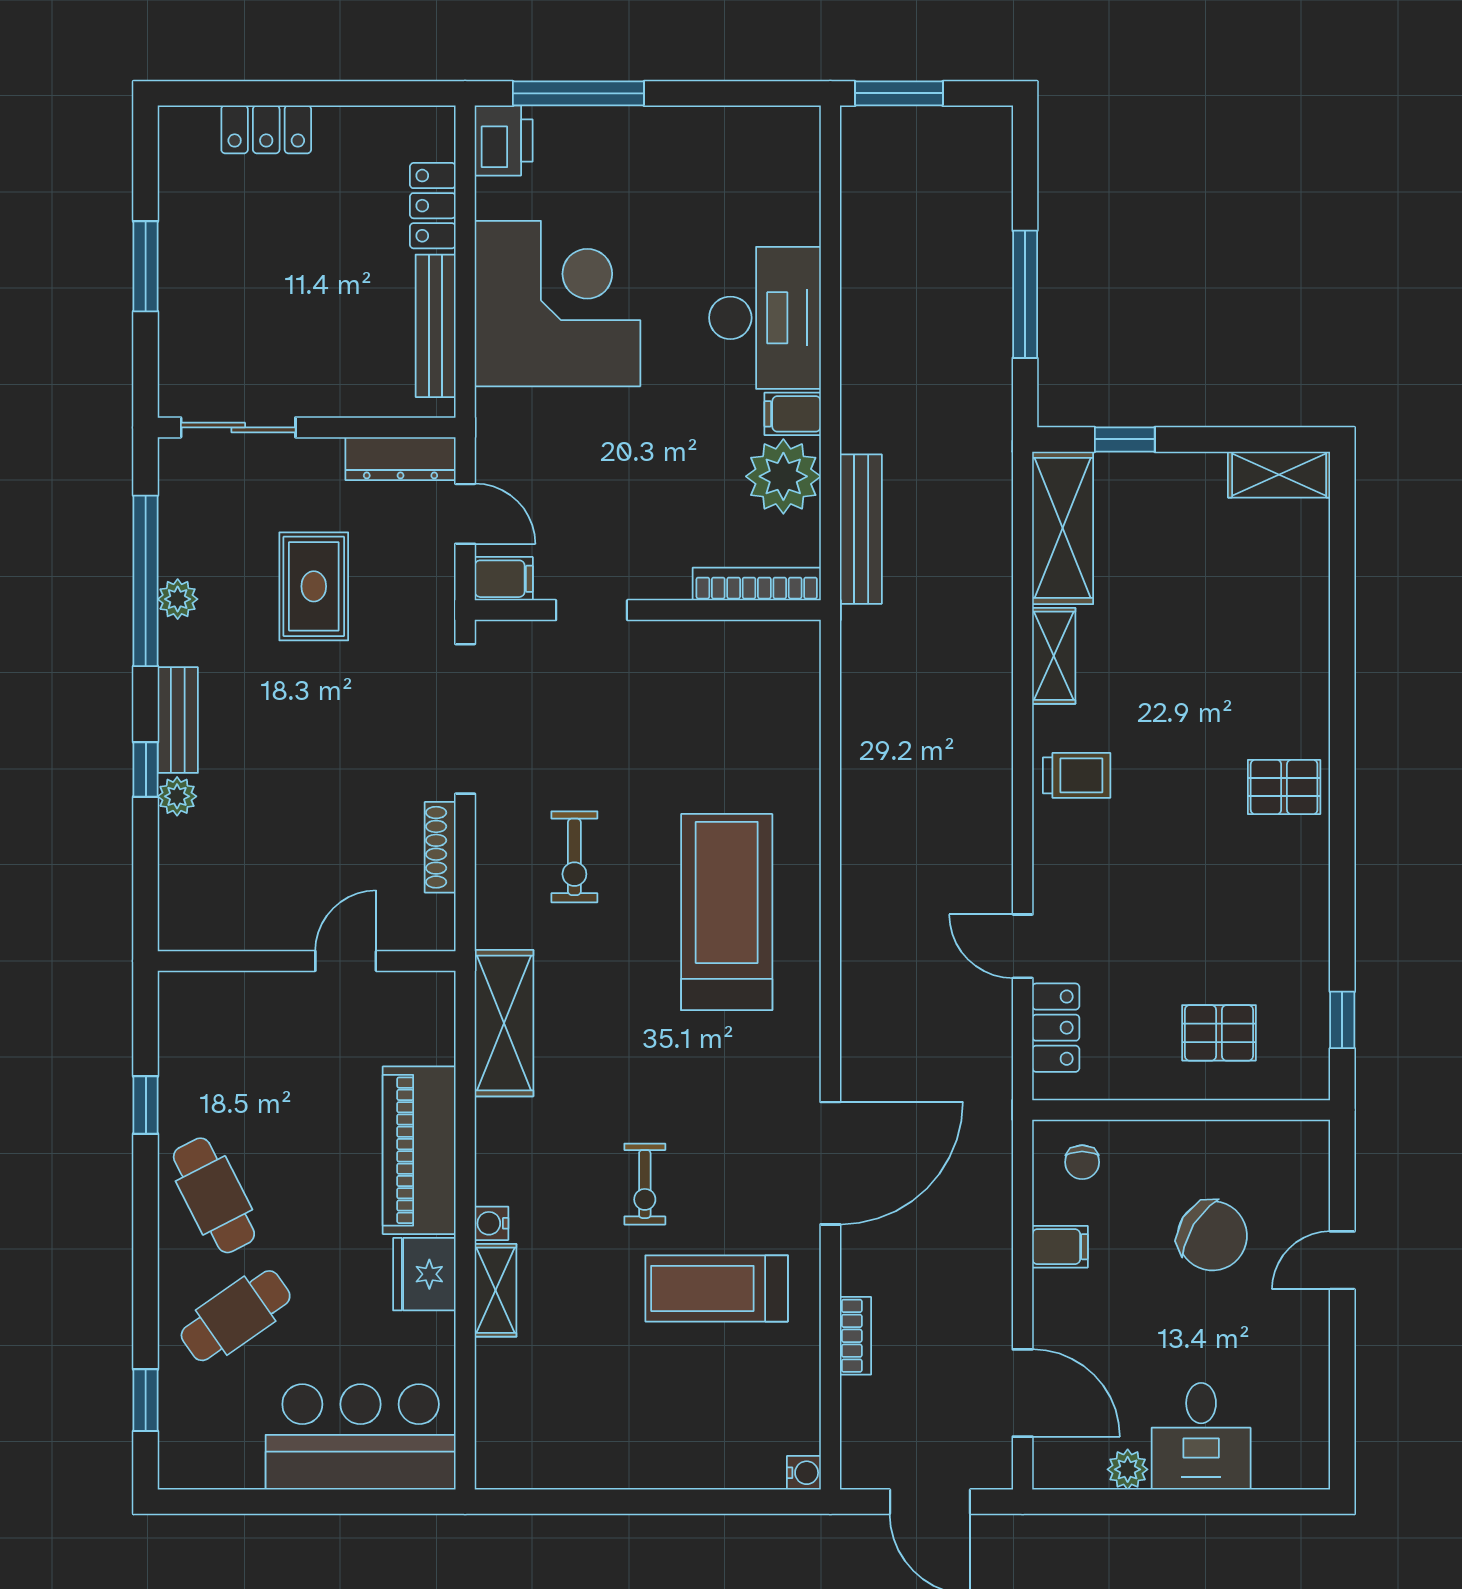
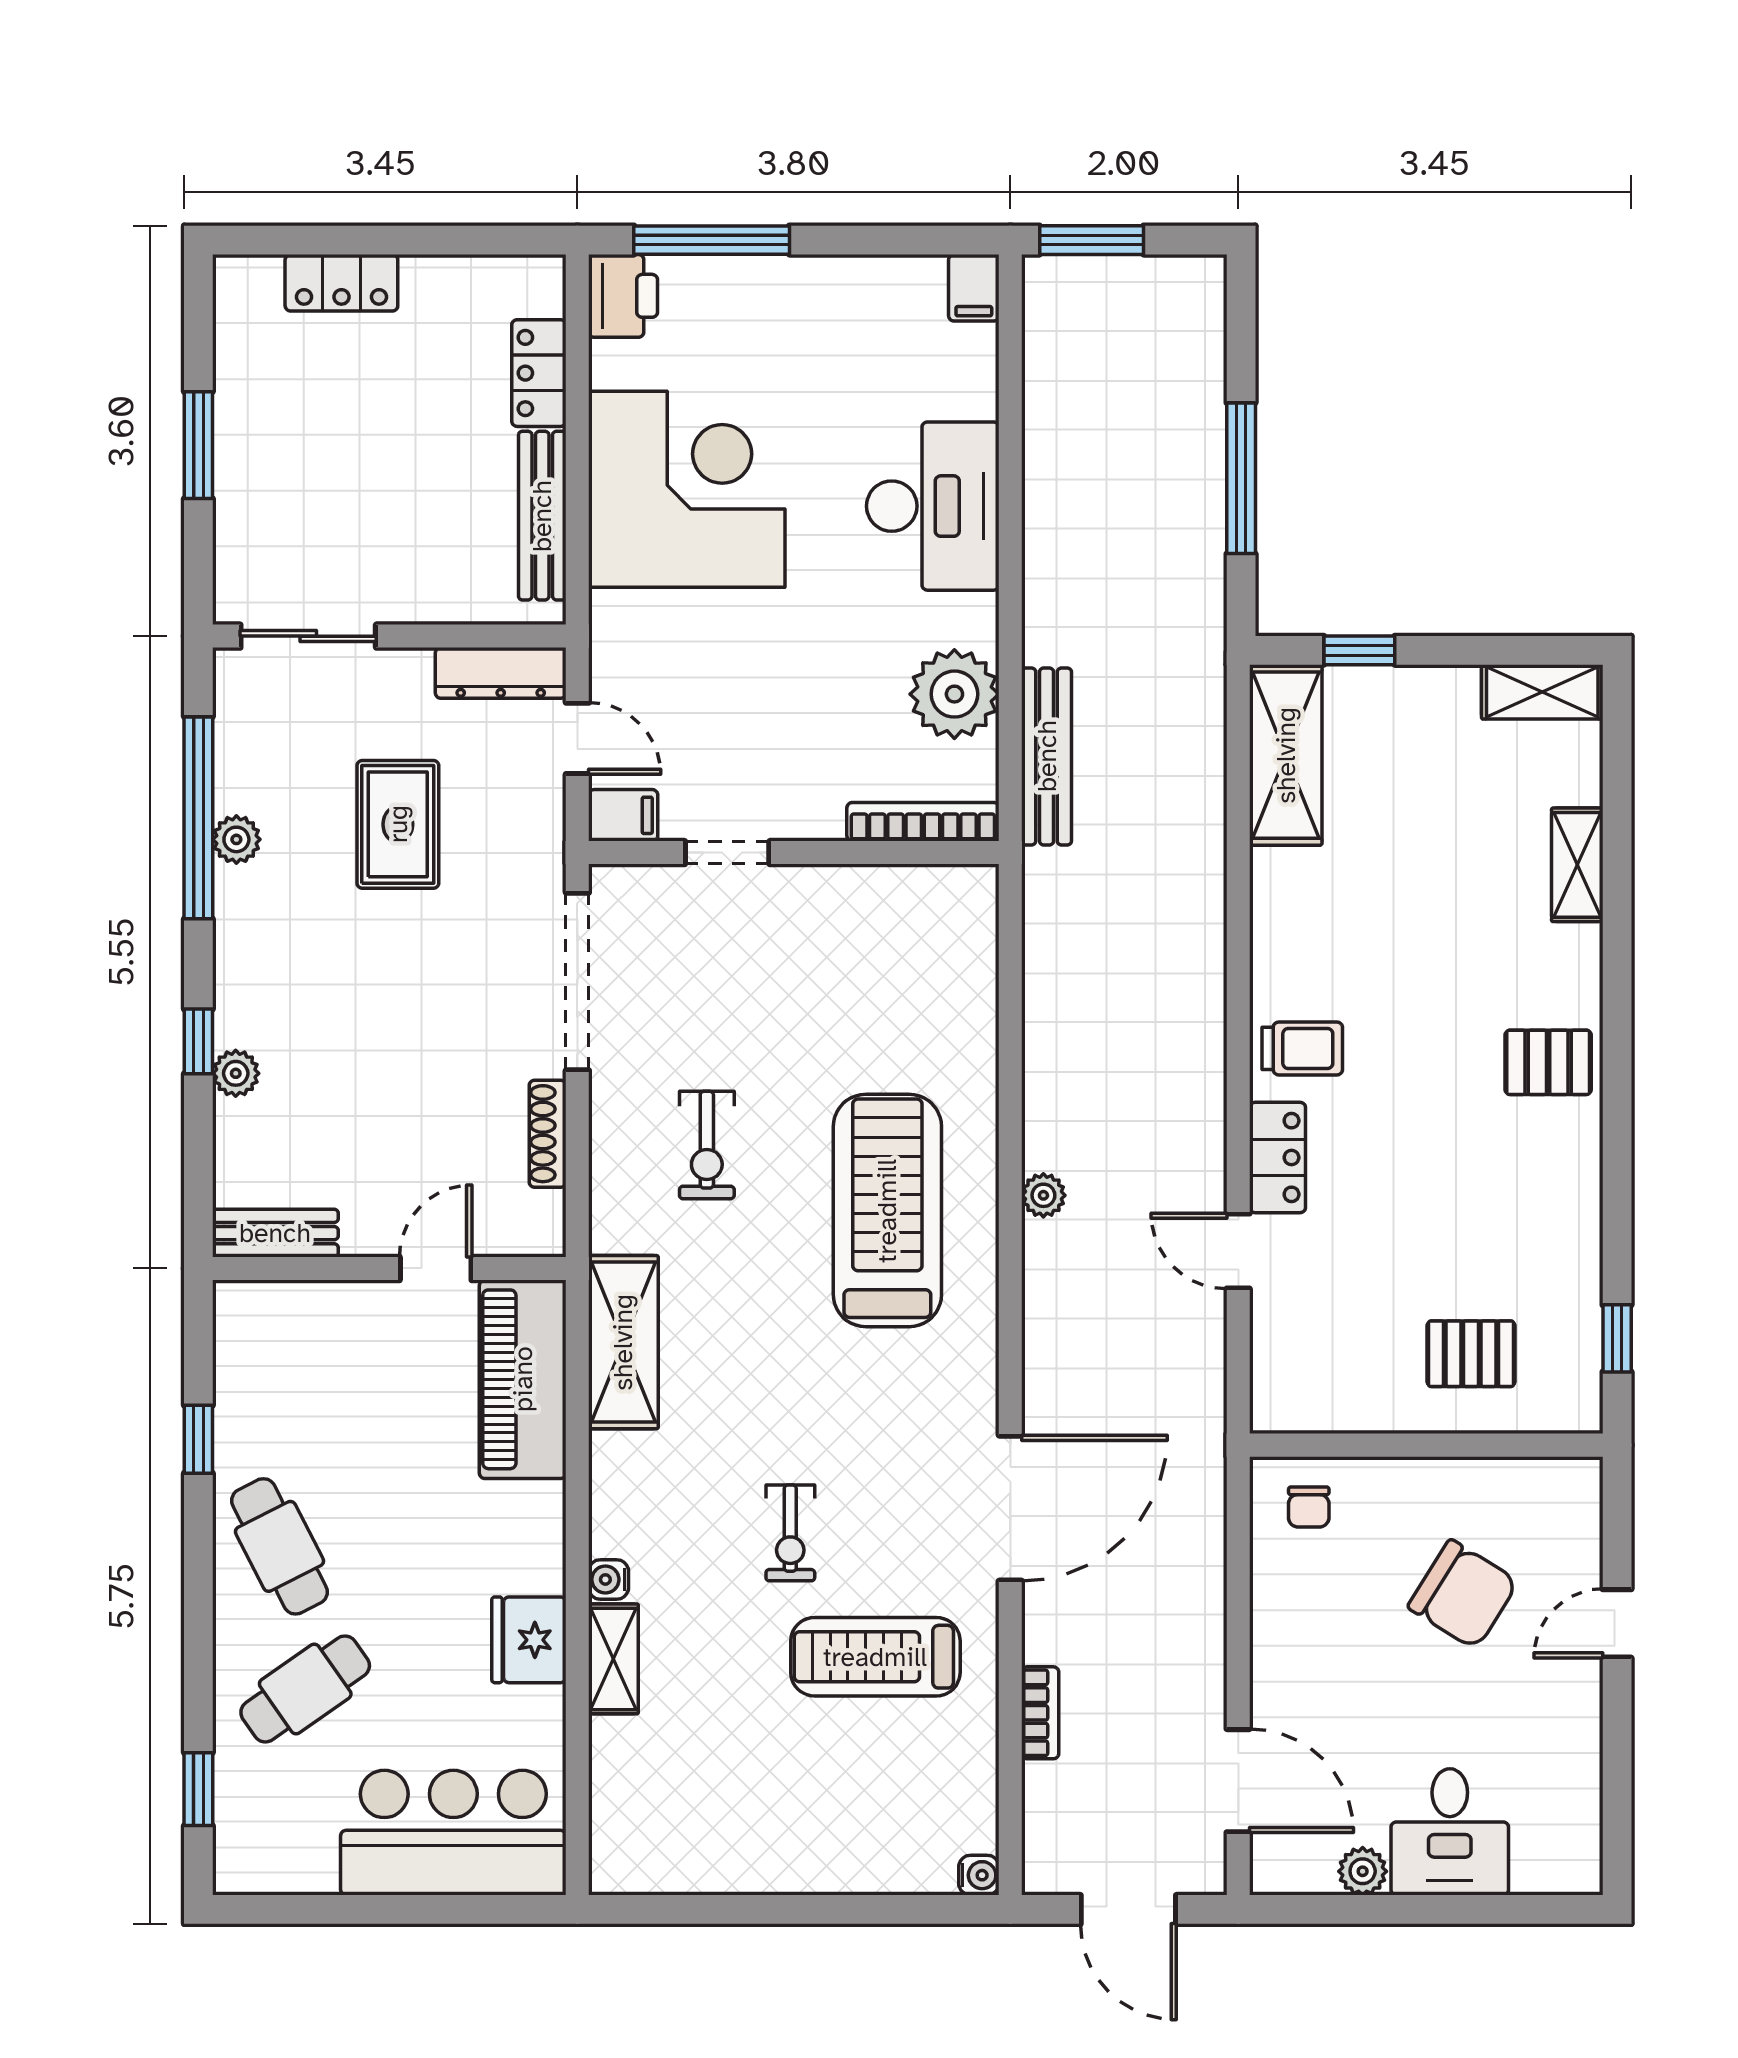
filing cabinet: (793, 414) -> (974, 288), moved, turned -90
shelving: (1054, 656) -> (1577, 865), moved
bench: (178, 720) -> (275, 1233), moved, turned 90
plant: (858, 899) -> (1043, 1195), added
locker: (1056, 1028) -> (1278, 1157), moved
piano: (419, 1150) -> (523, 1379), moved
filing cabinet: (1060, 1247) -> (1283, 1607), removed

